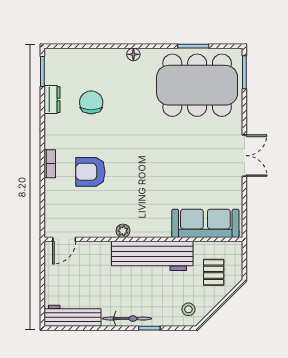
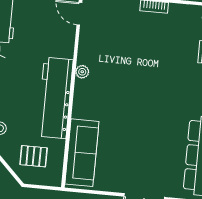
armchair: (90, 172) -> (143, 45), removed

